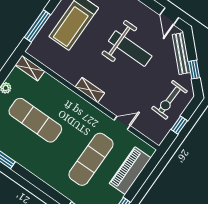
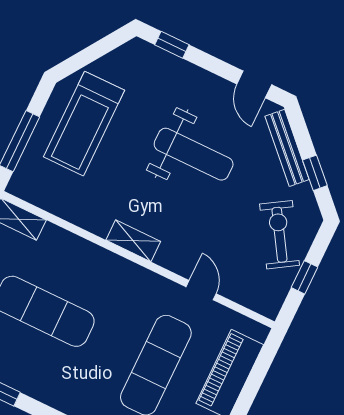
exercise bike: (169, 100) -> (280, 235), turned 146
door: (122, 123) -> (201, 290), hinge flipped

